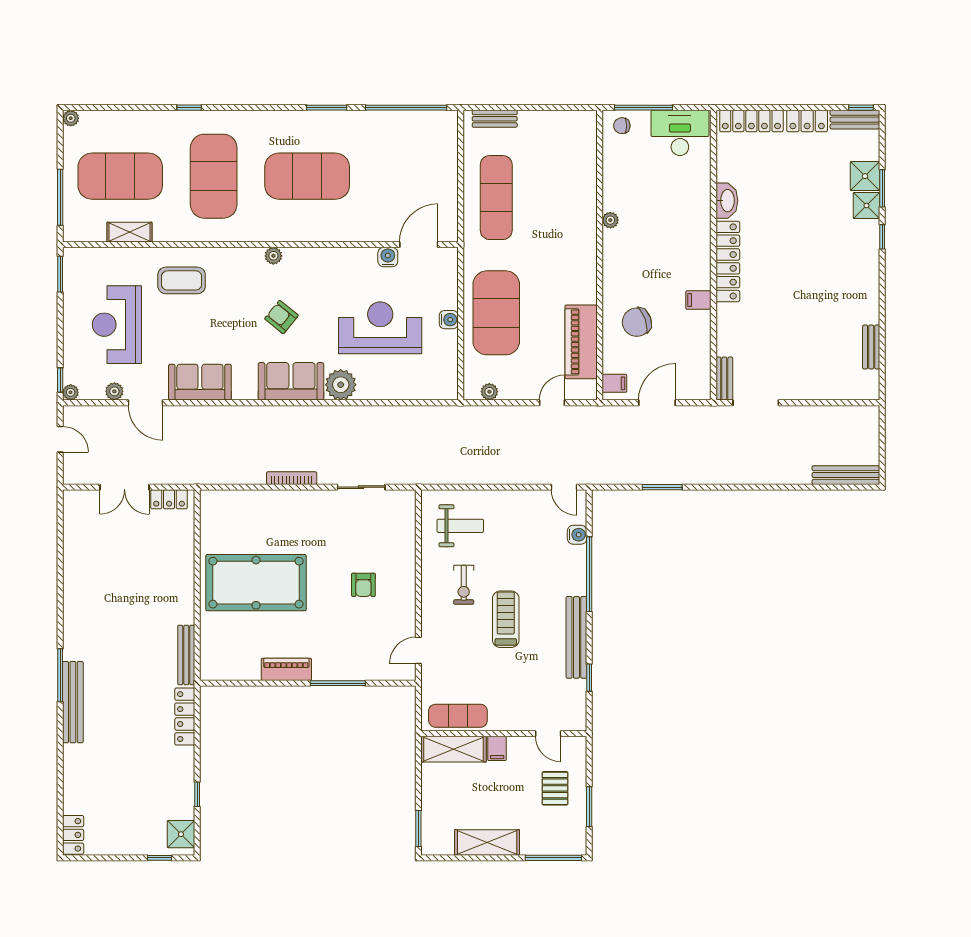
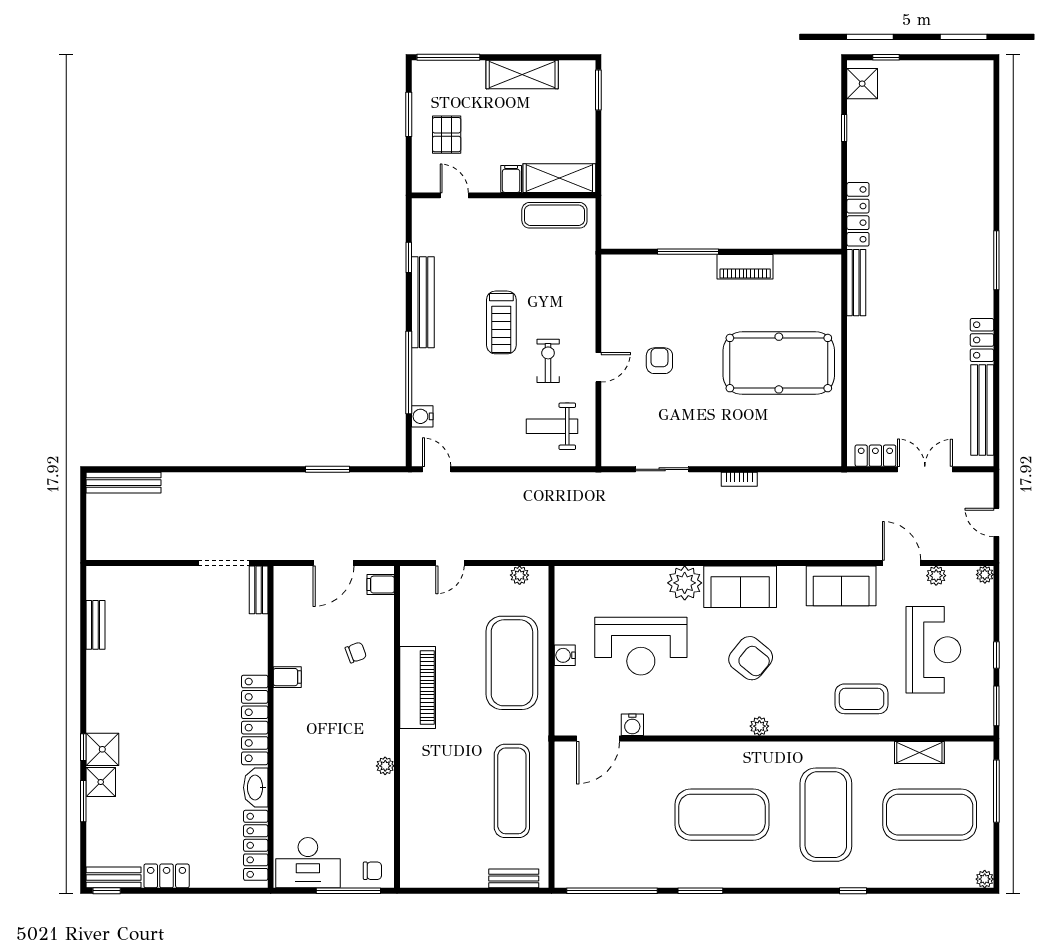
locker: (751, 121) -> (256, 845), moved, turned -90
shower: (865, 176) -> (102, 749), moved
armchair: (281, 317) -> (751, 658), width x1.38, depth x1.38
chair: (637, 322) -> (356, 652), width x0.54, depth x0.54
piano: (581, 342) -> (418, 688), moved
window: (60, 380) -> (996, 655), moved
bookcase: (292, 478) -> (739, 479), width x0.64
door: (418, 650) -> (598, 367), moved
bench: (73, 702) -> (982, 410), moved
locker: (73, 835) -> (982, 340), moved

